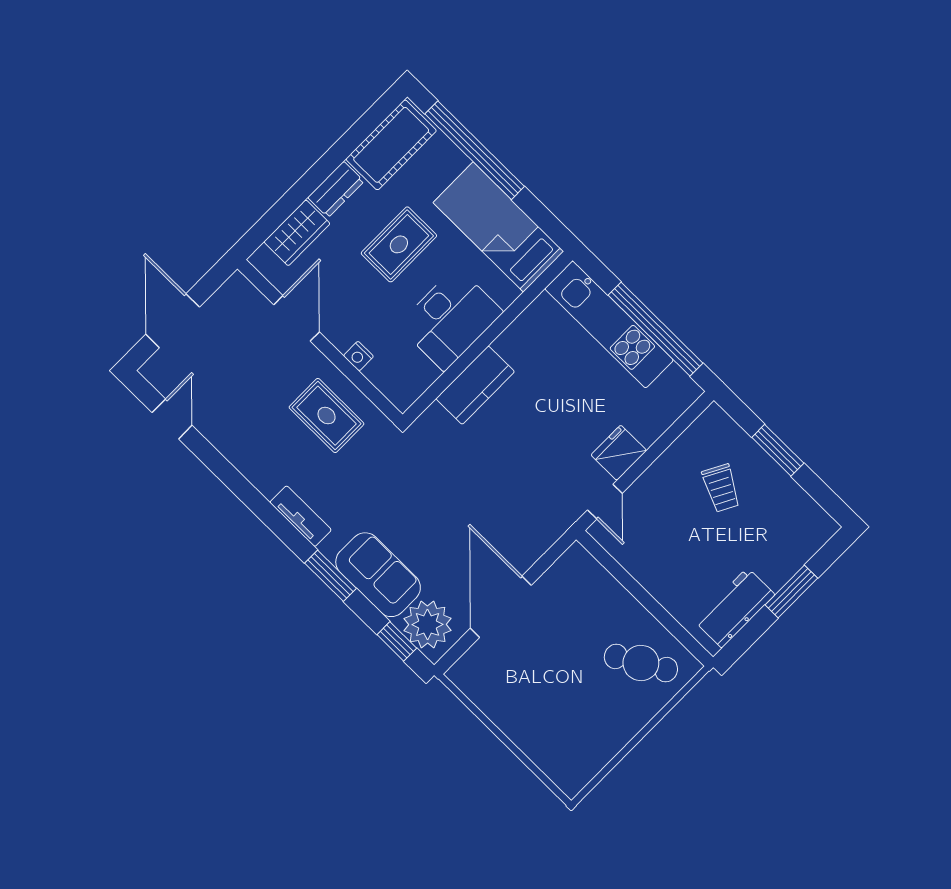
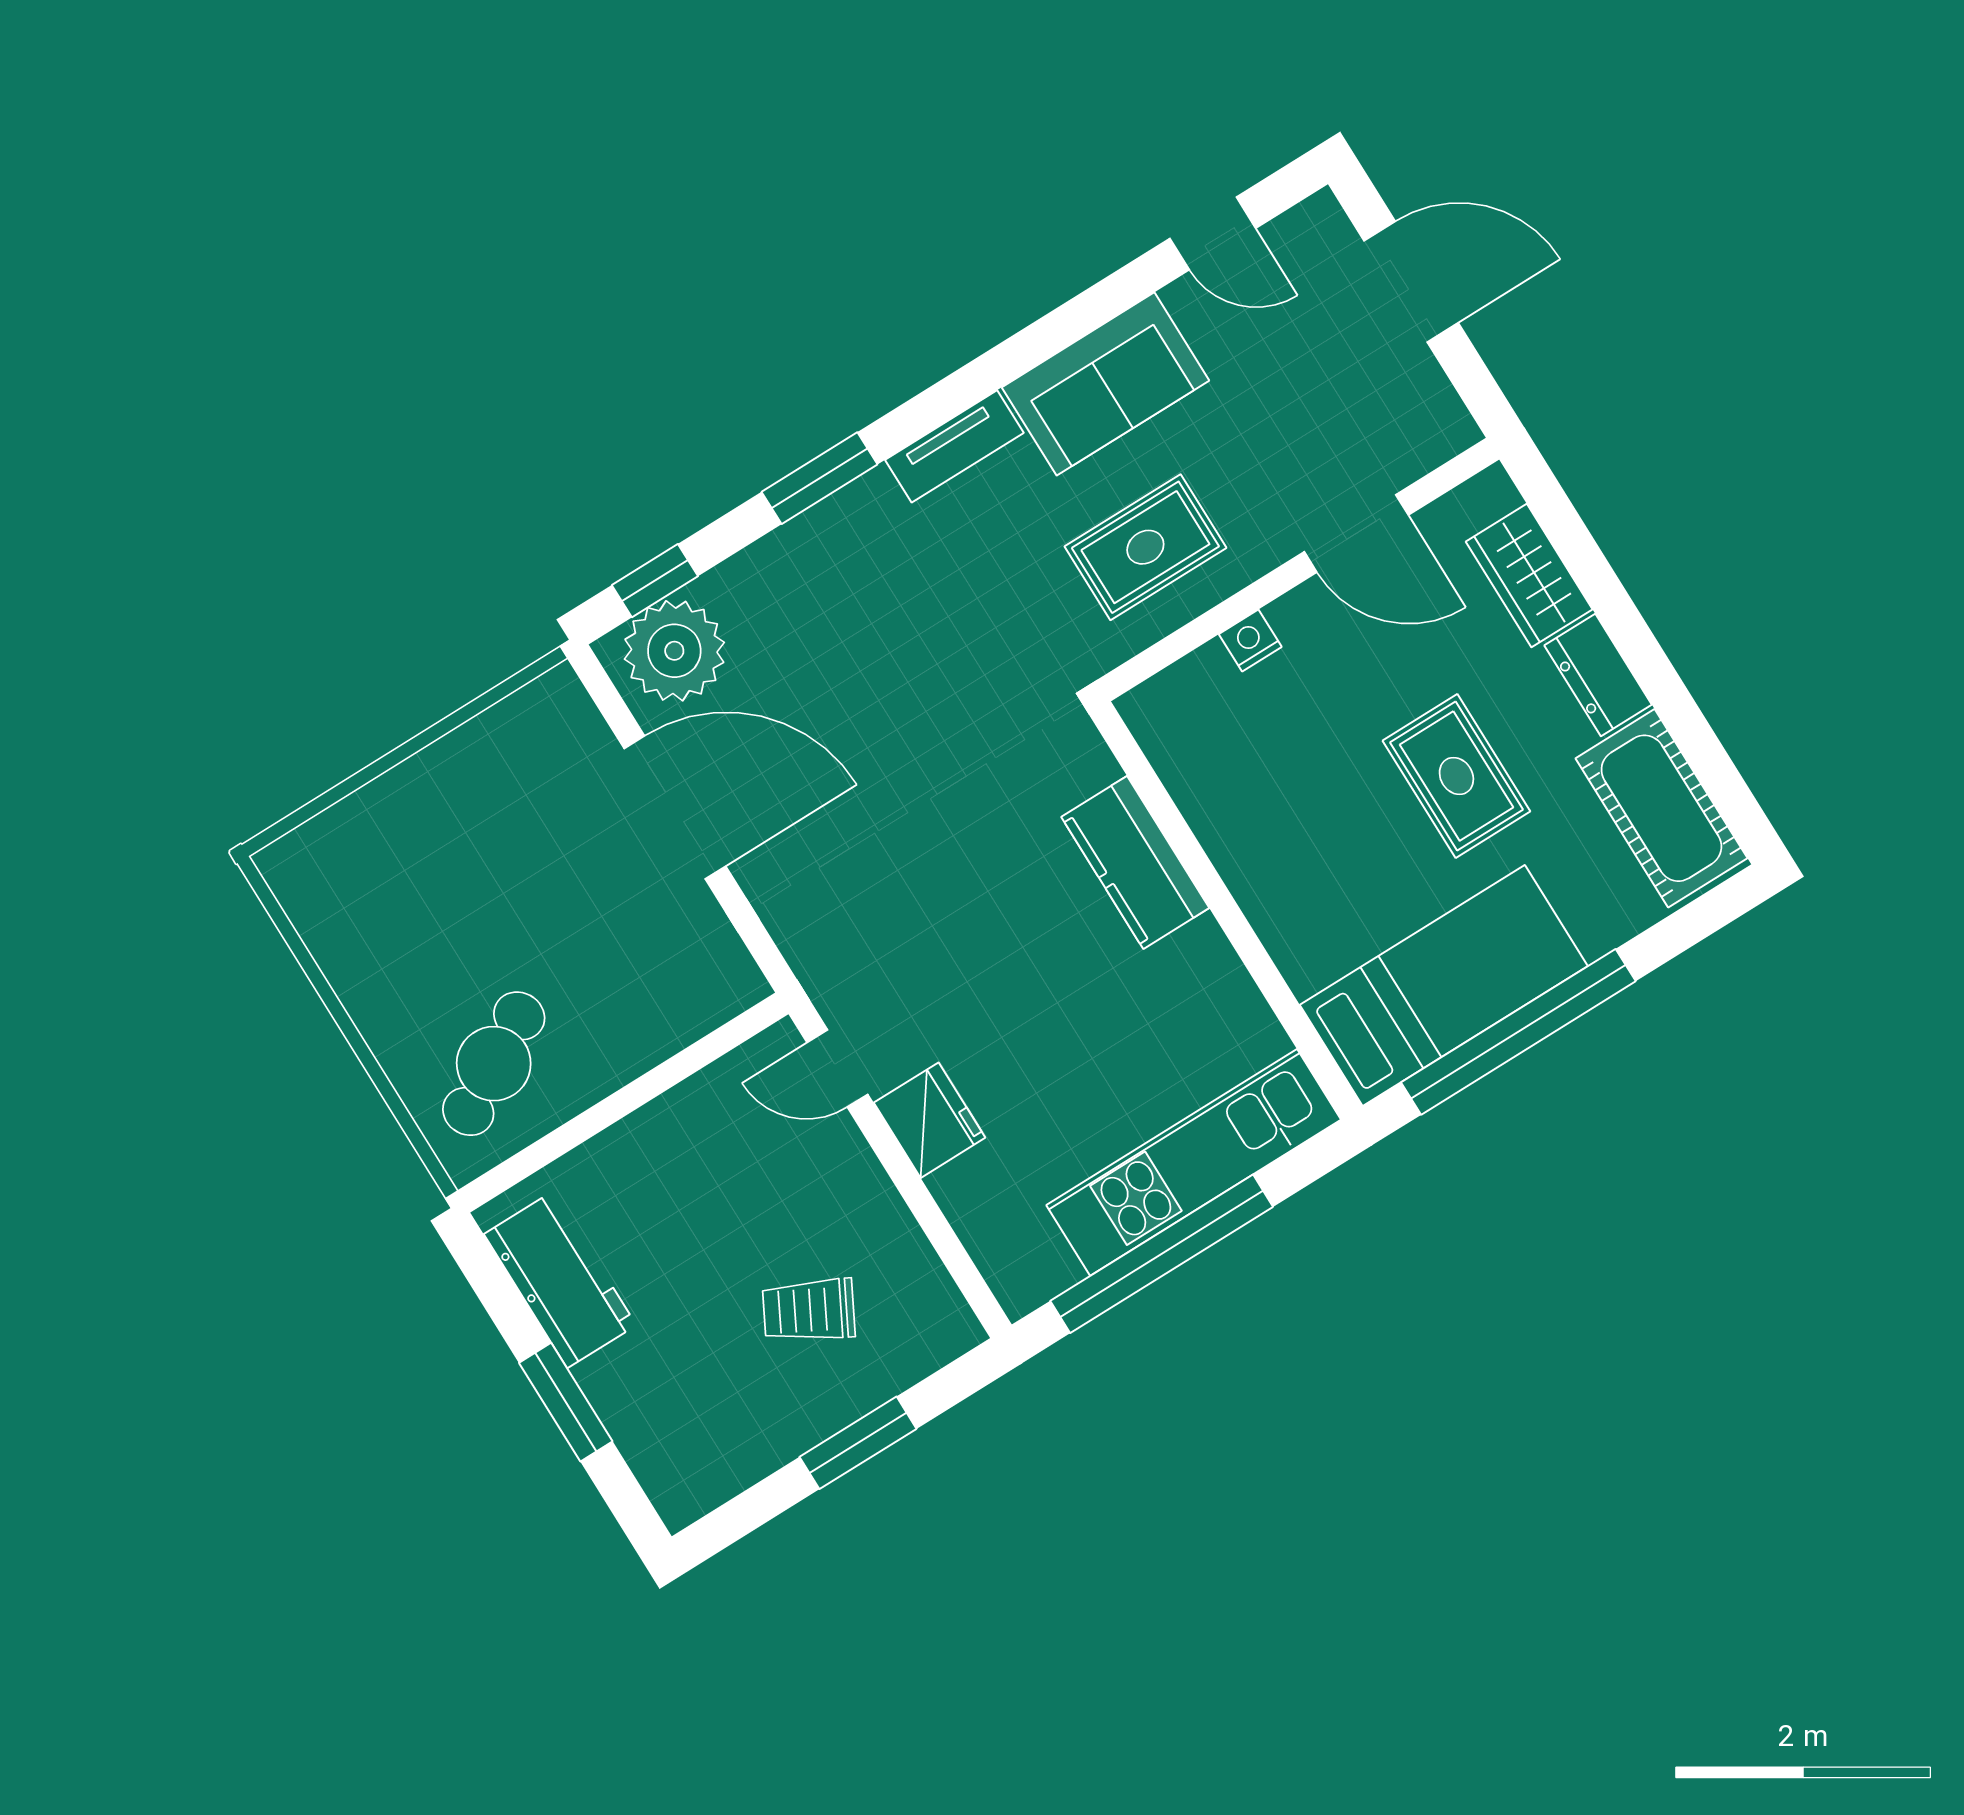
window: (475, 150) -> (1518, 1032), moved
desk: (450, 319) -> (1282, 844), removed
sofa: (378, 575) -> (1105, 384), moved

